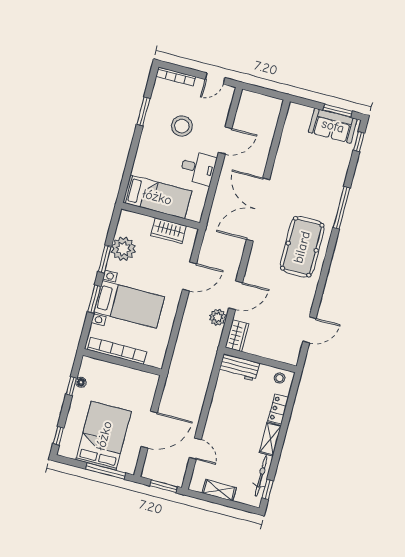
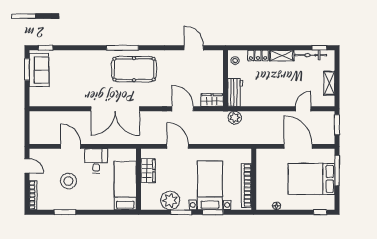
window: (342, 208) -> (123, 48), moved
plant: (218, 317) -> (235, 118), moved
window: (71, 386) -> (281, 212), removed

